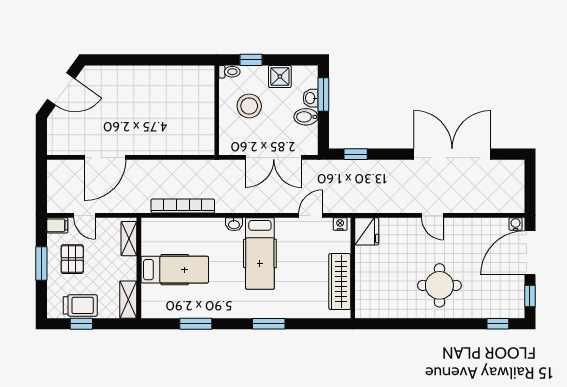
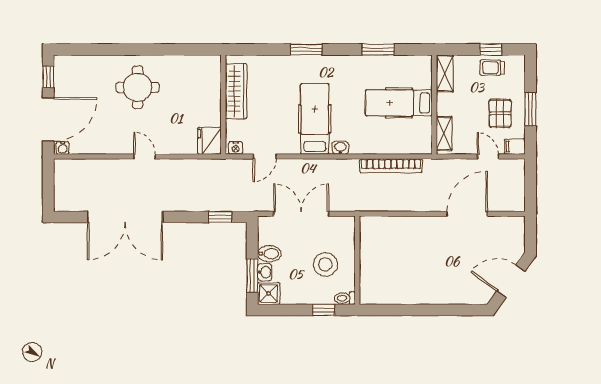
shower: (280, 76) -> (269, 294), moved
trolley: (80, 305) -> (492, 68), width x0.73, depth x0.72
window: (498, 324) -> (80, 49), removed

